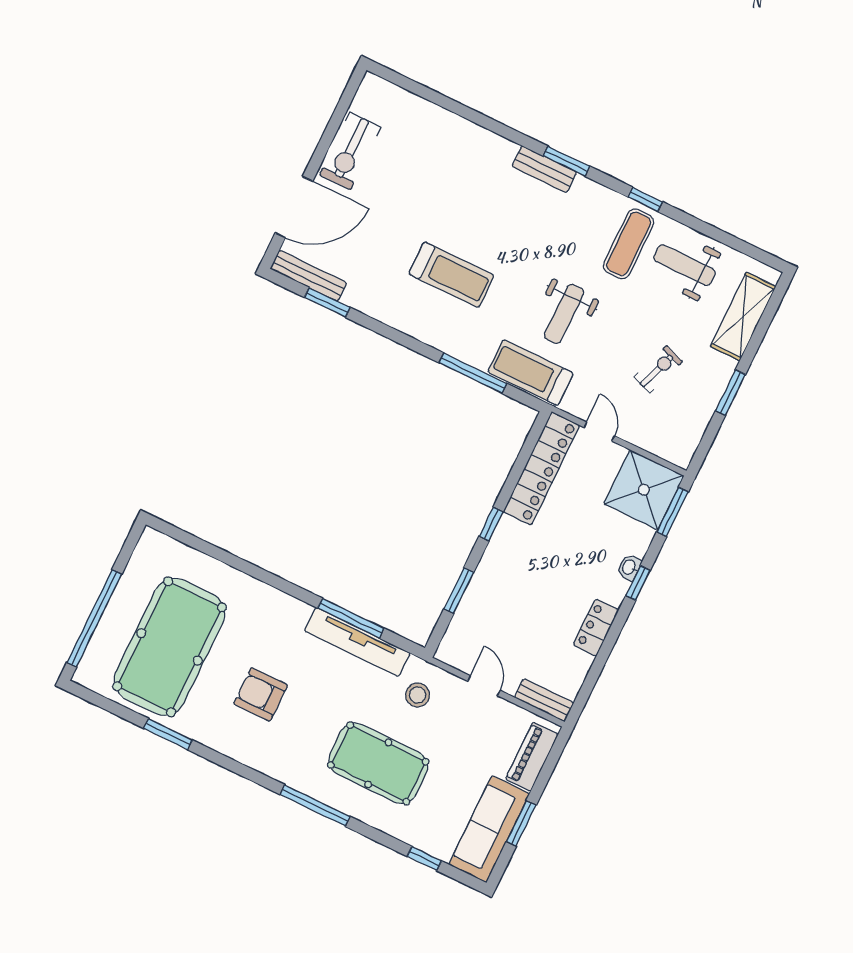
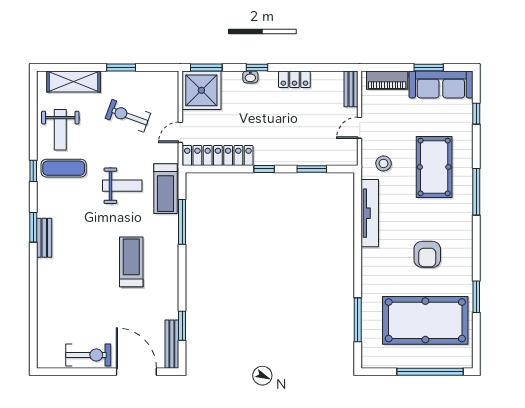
exercise bike: (658, 369) -> (128, 116), width x1.38, depth x1.39
window: (351, 618) -> (358, 320), moved

